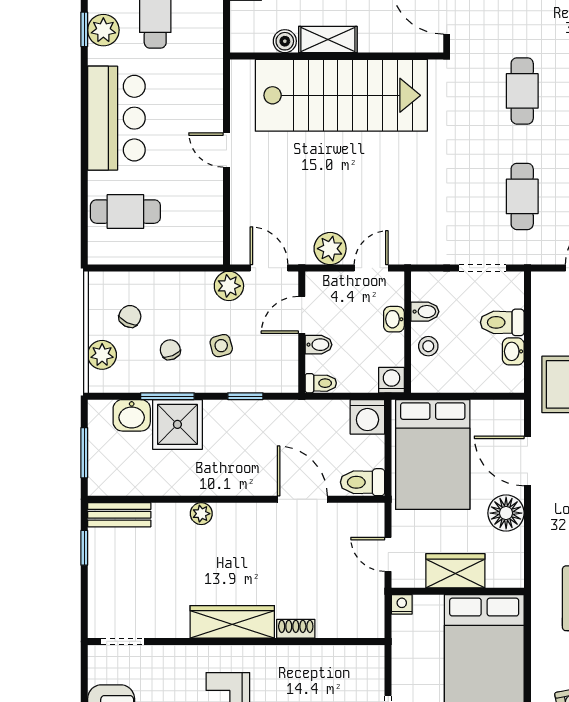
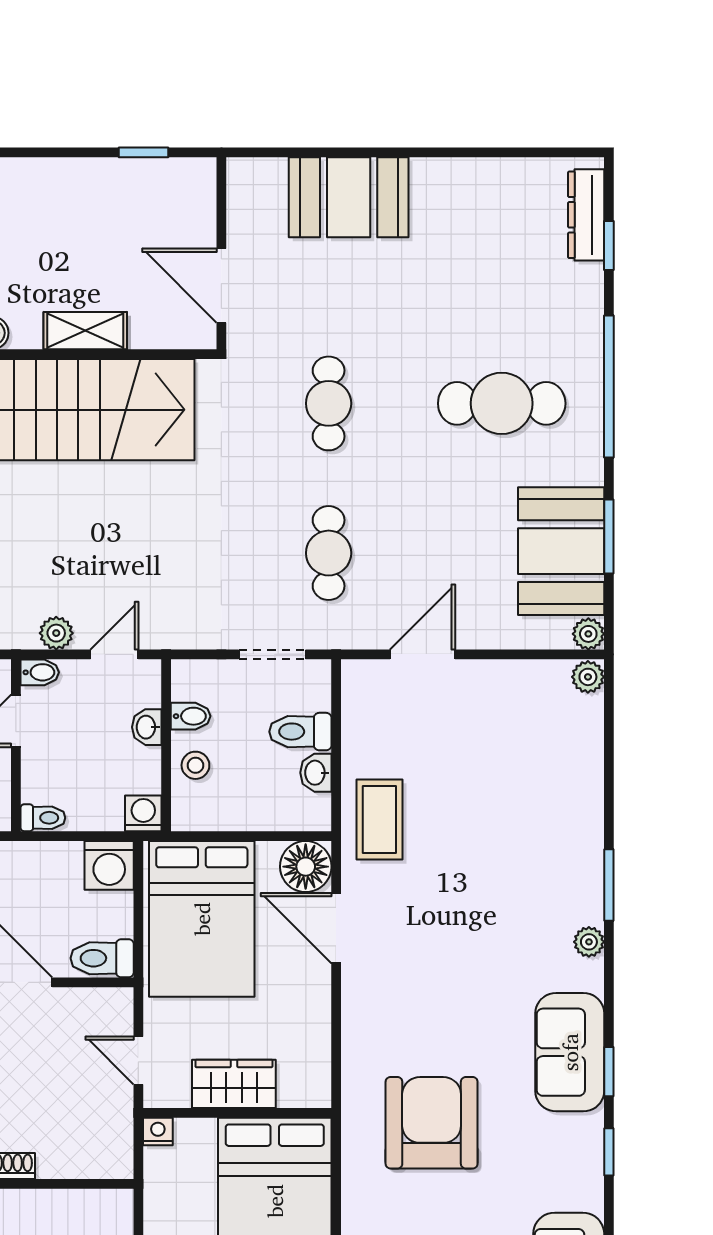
shelving: (328, 40) -> (85, 331), moved
plant: (330, 249) -> (56, 633), width x0.73, depth x0.73
bidet: (318, 345) -> (40, 672), moved
floor lamp: (506, 513) -> (306, 867), moved

